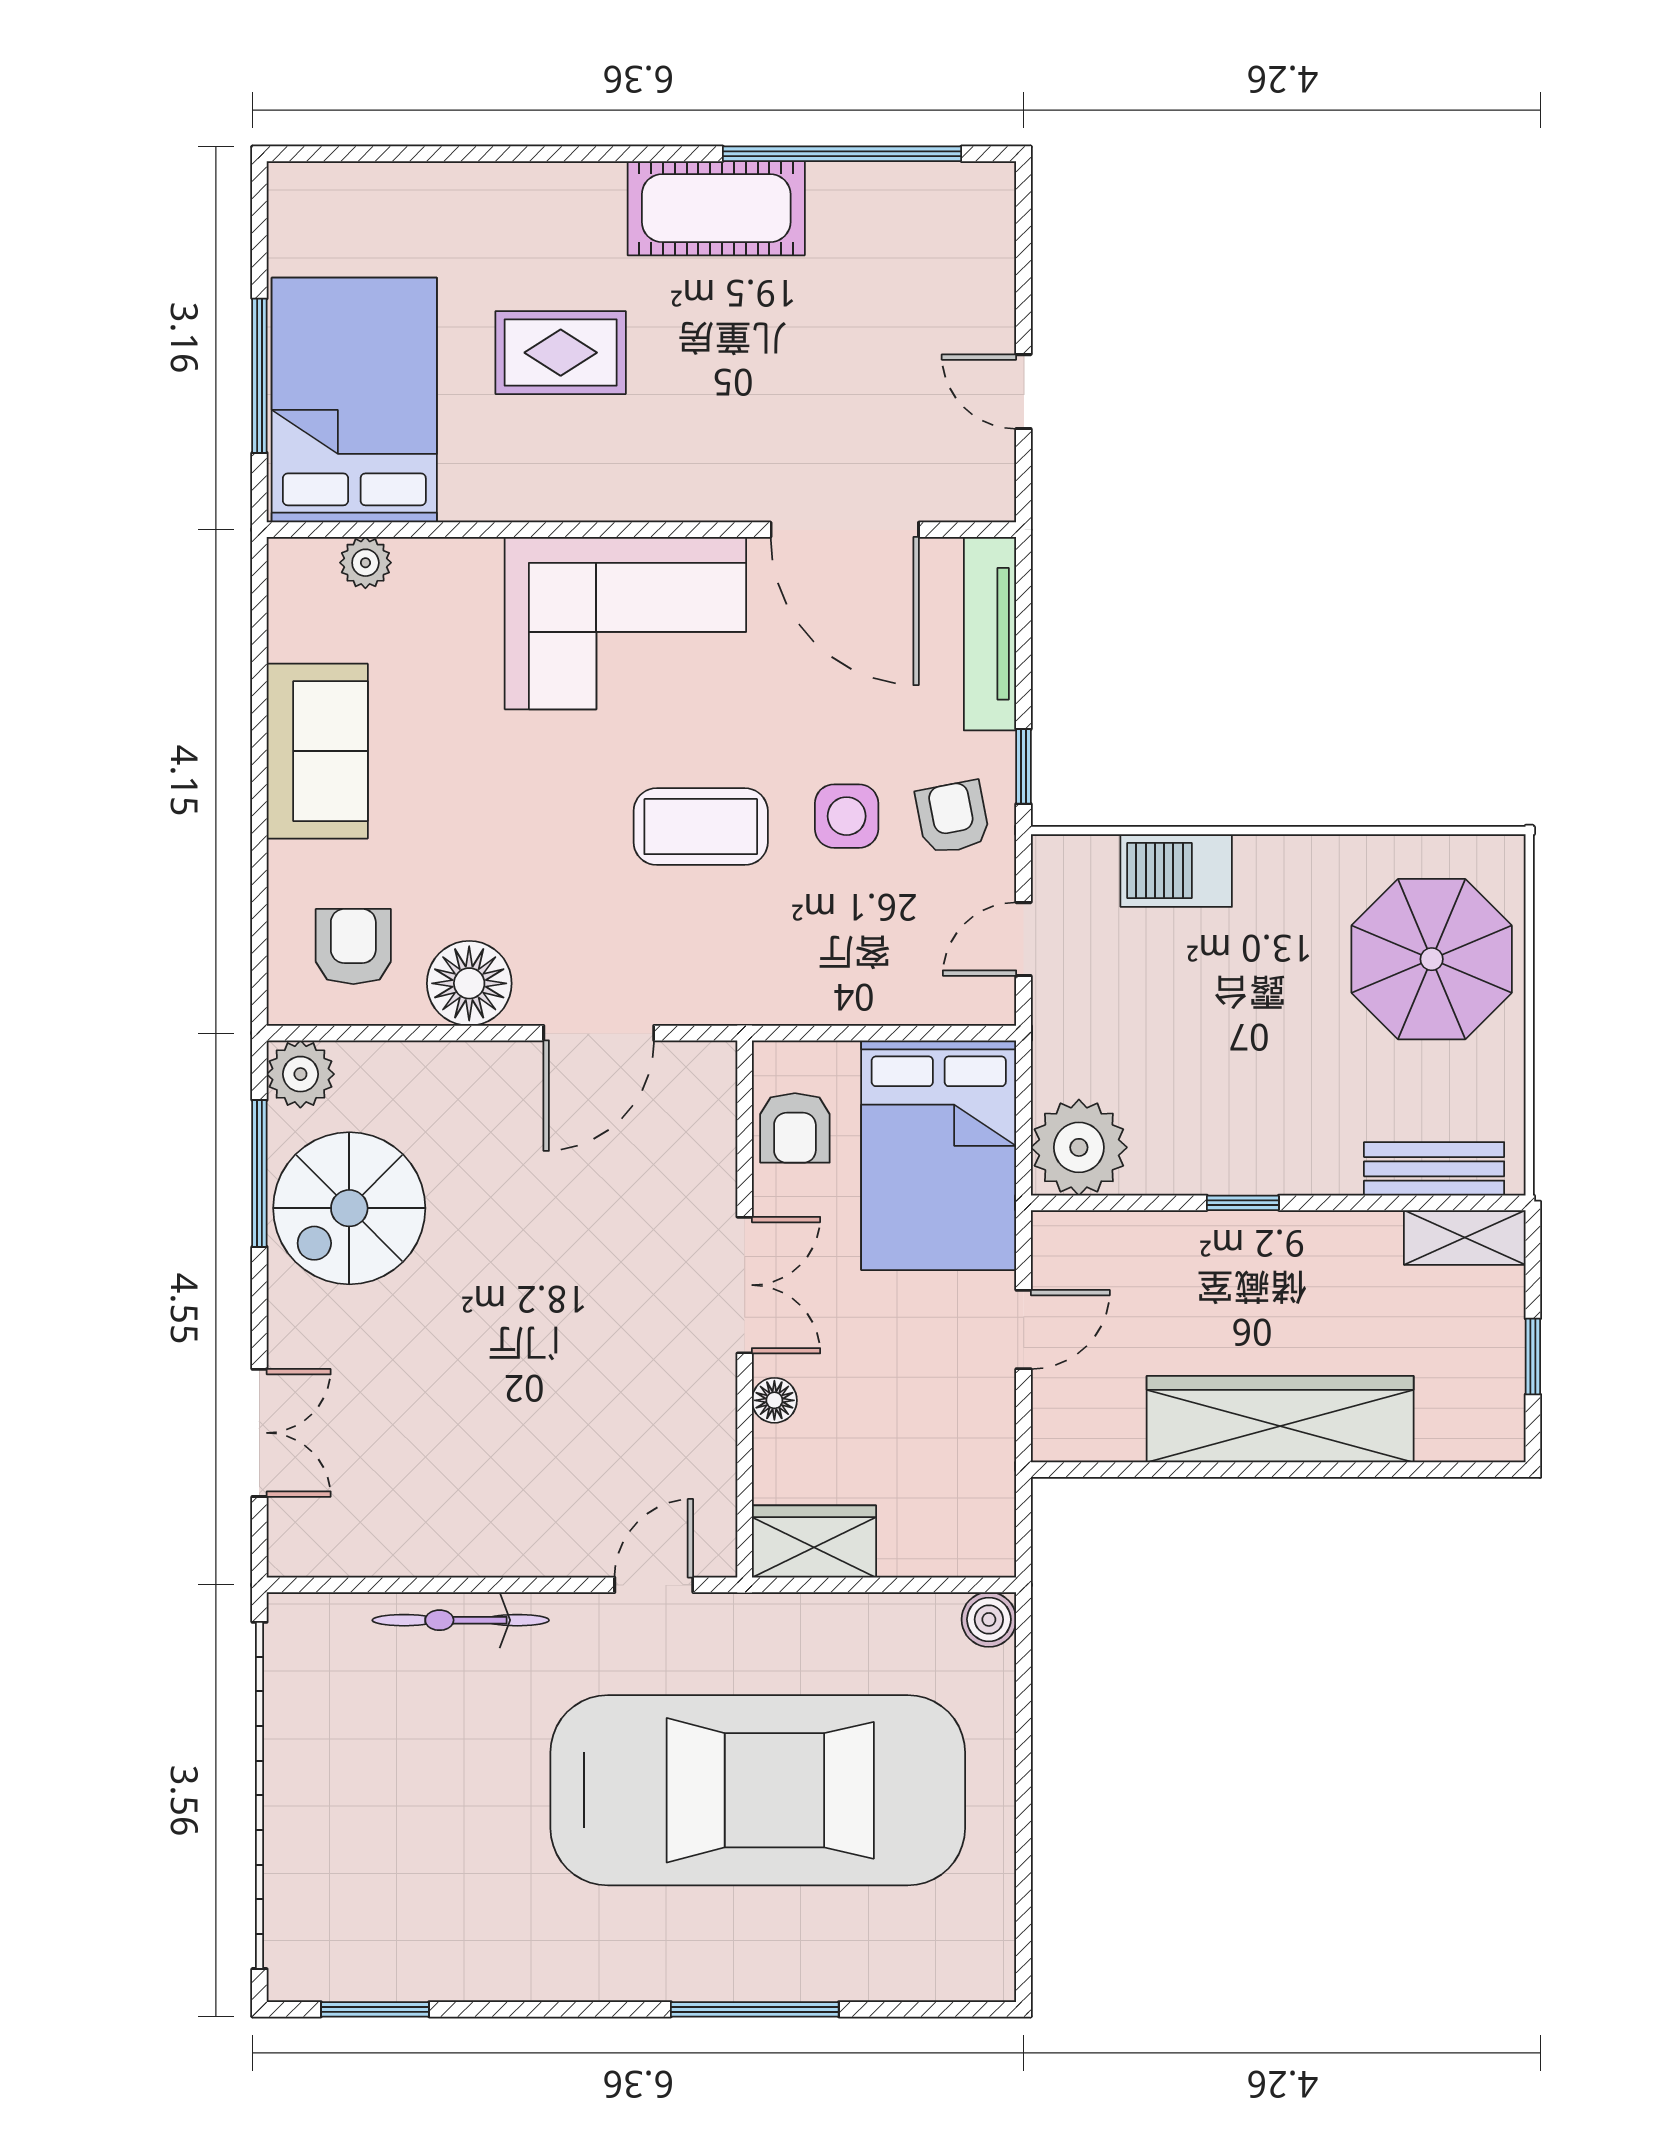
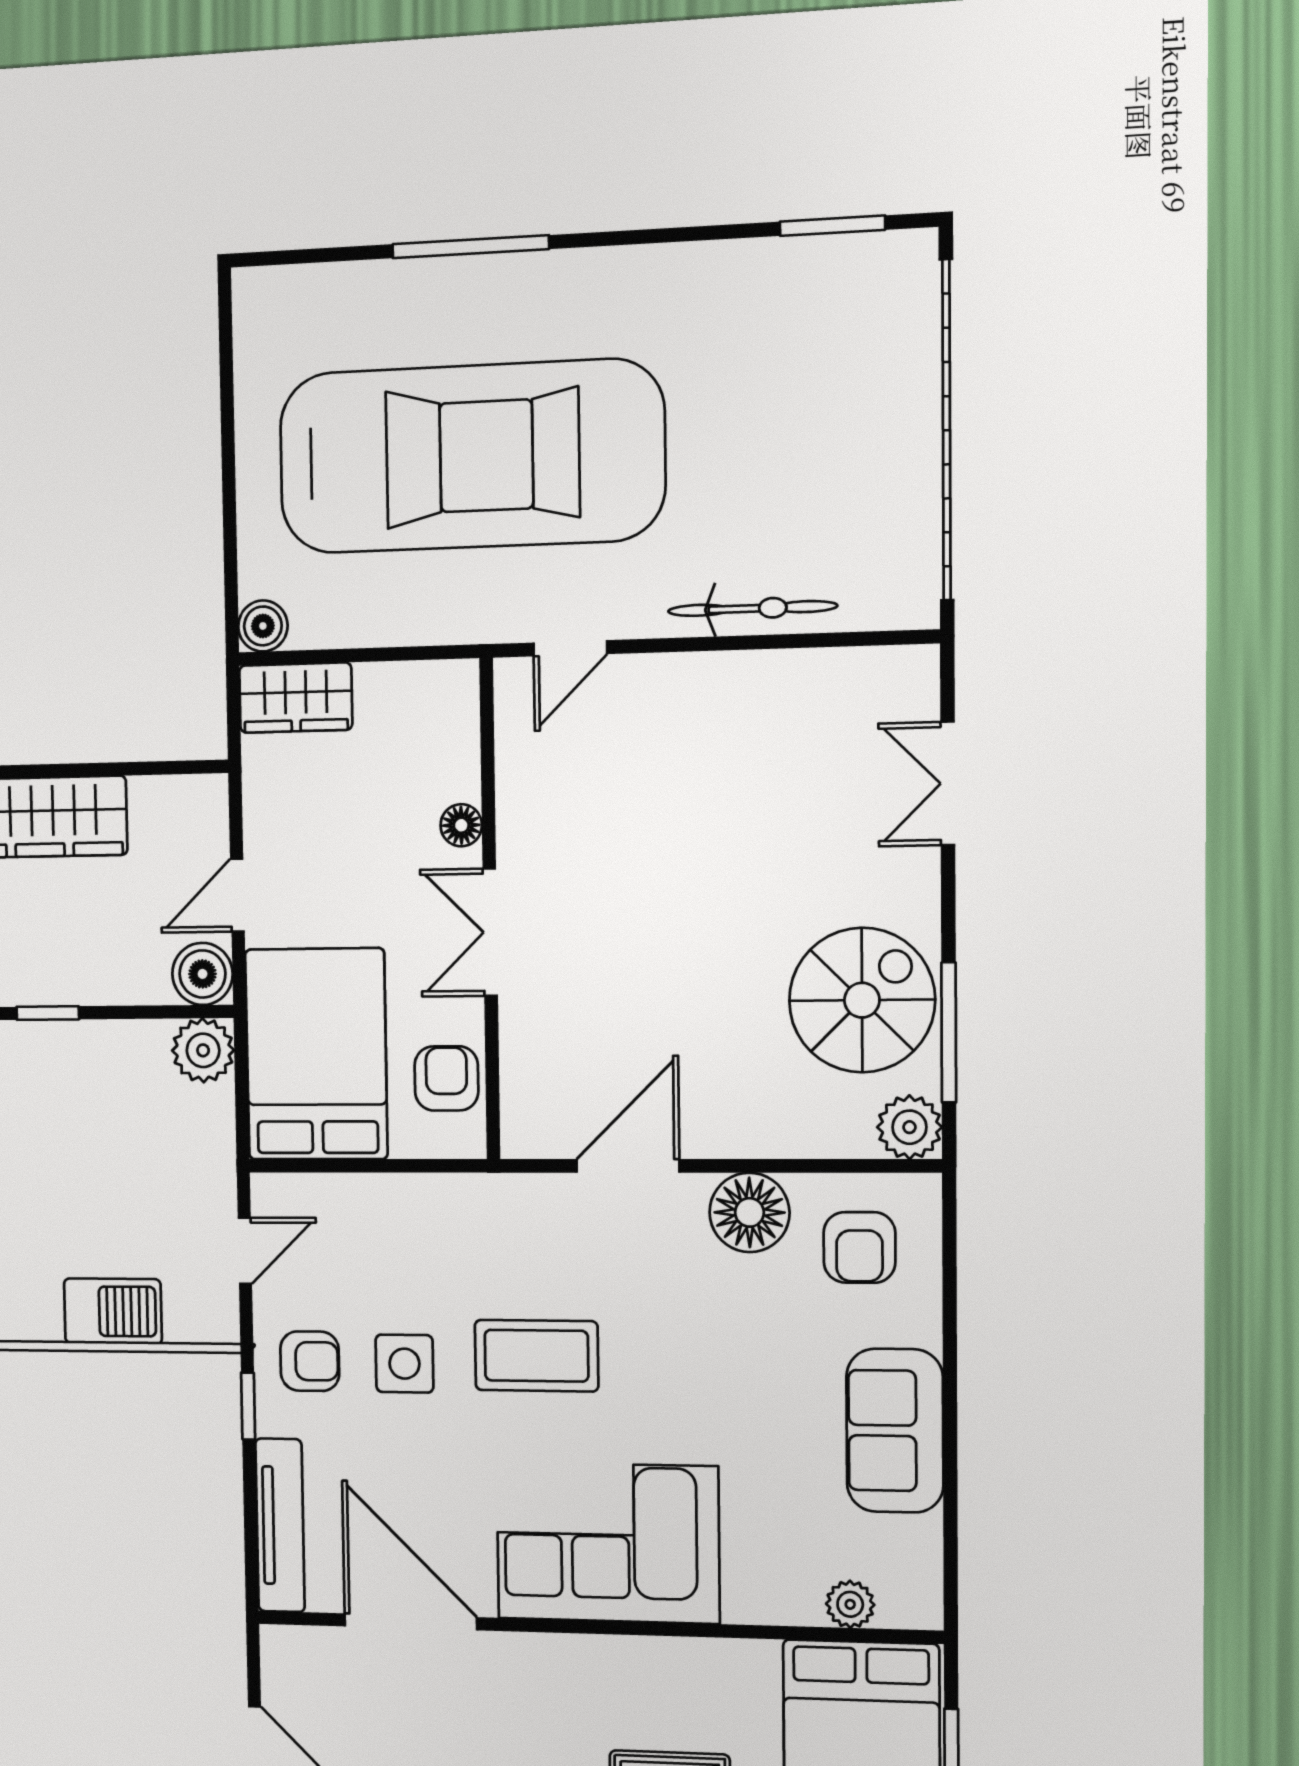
armchair: (953, 817) -> (310, 1361), turned -79
plant: (1079, 1147) -> (203, 1050), width x0.73, depth x0.73
boiler: (1065, 1244) -> (202, 974), added
wardrobe: (814, 1542) -> (296, 698), moved
car: (758, 1790) -> (471, 457), turned 180

